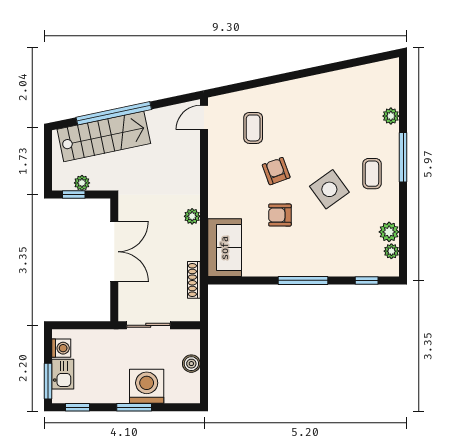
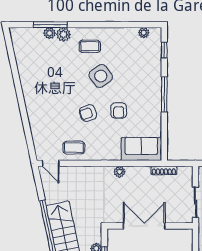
coffee table: (253, 128) -> (74, 148), moved
window: (403, 157) -> (50, 25), moved
plant: (389, 232) -> (63, 34), moved

